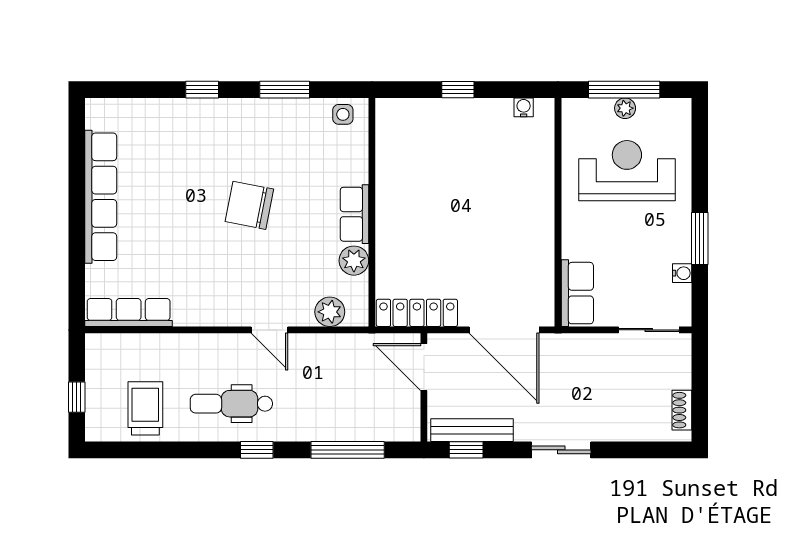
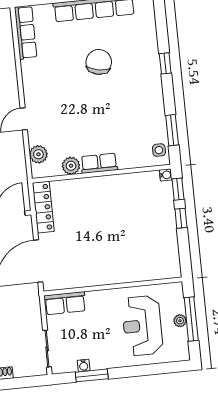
window: (285, 90) -> (172, 130), moved
window: (410, 90) -> (178, 189), added
water cooler: (524, 107) -> (166, 175), moved
reception desk: (627, 171) -> (142, 326), turned 180
chair: (249, 205) -> (99, 62), moved
window: (700, 239) -> (92, 375), moved

